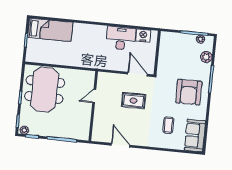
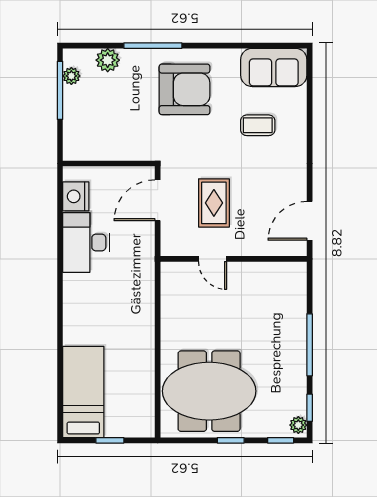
door: (94, 96) -> (213, 259), moved
wall: (93, 106) -> (234, 259), moved

